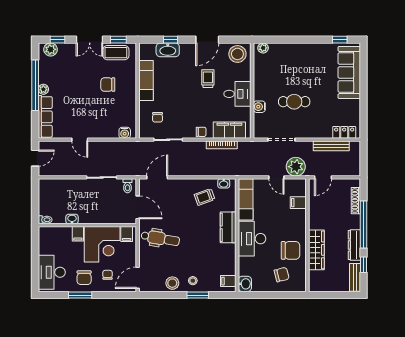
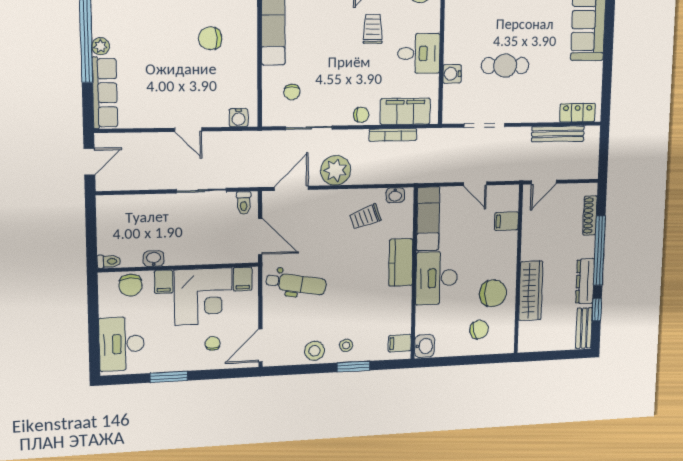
door: (80, 140) -> (188, 130), moved
plant: (296, 167) -> (336, 170), moved
chair: (84, 278) -> (131, 285), moved

